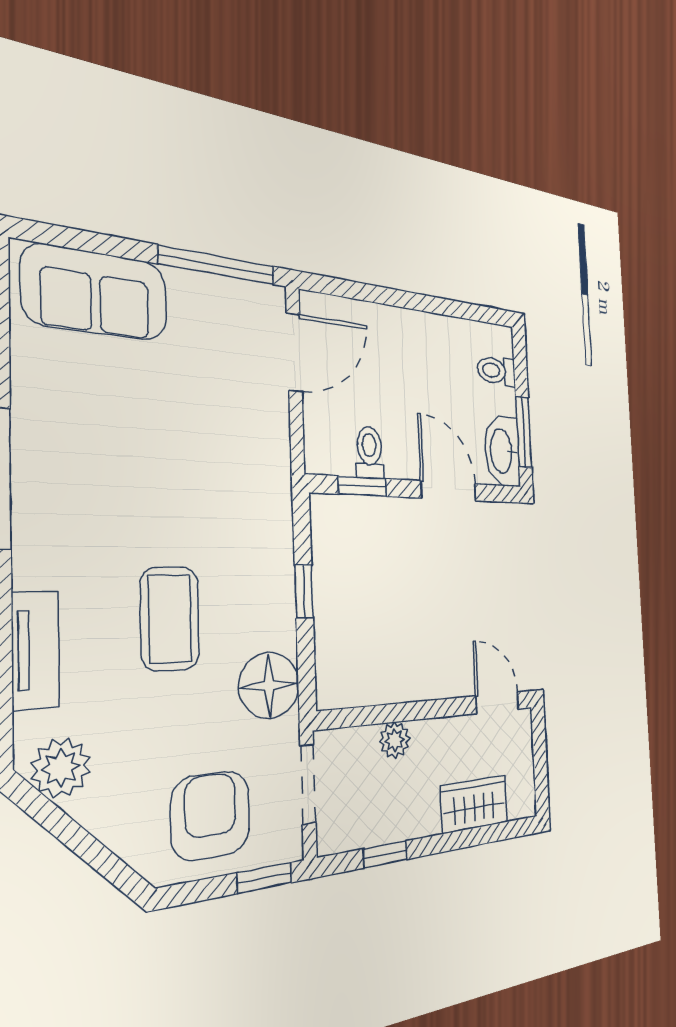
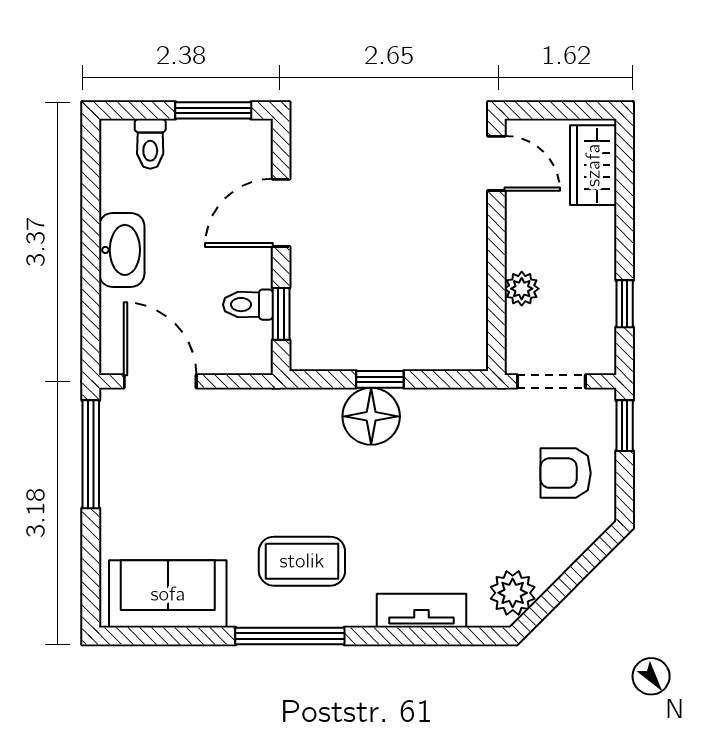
sofa: (96, 293) -> (168, 594), moved, turned -90
washbasin: (502, 451) -> (122, 250), moved, turned -90
coffee table: (170, 619) -> (302, 561), moved
floor lamp: (269, 685) -> (371, 416), moved
door: (497, 703) -> (496, 163), swing flipped
wardrobe: (474, 804) -> (593, 165), moved
armchair: (210, 816) -> (566, 473), width x0.72, depth x0.72

